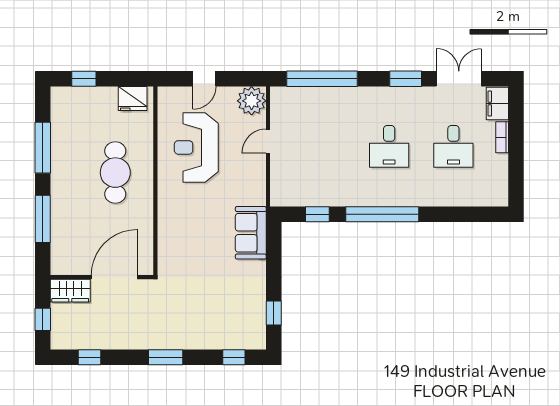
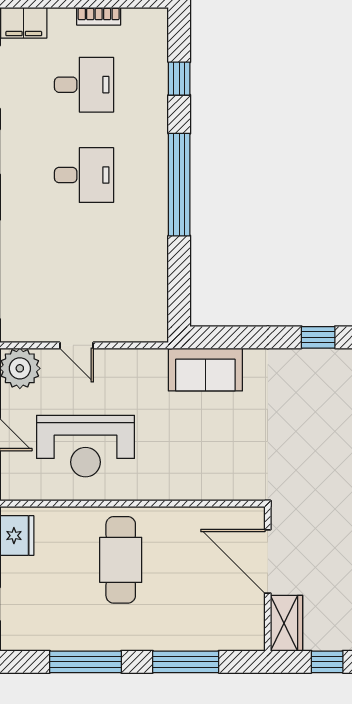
bookcase: (502, 137) -> (99, 16), moved
cafe table: (115, 173) -> (121, 560), turned 90
window: (317, 214) -> (179, 79), moved

